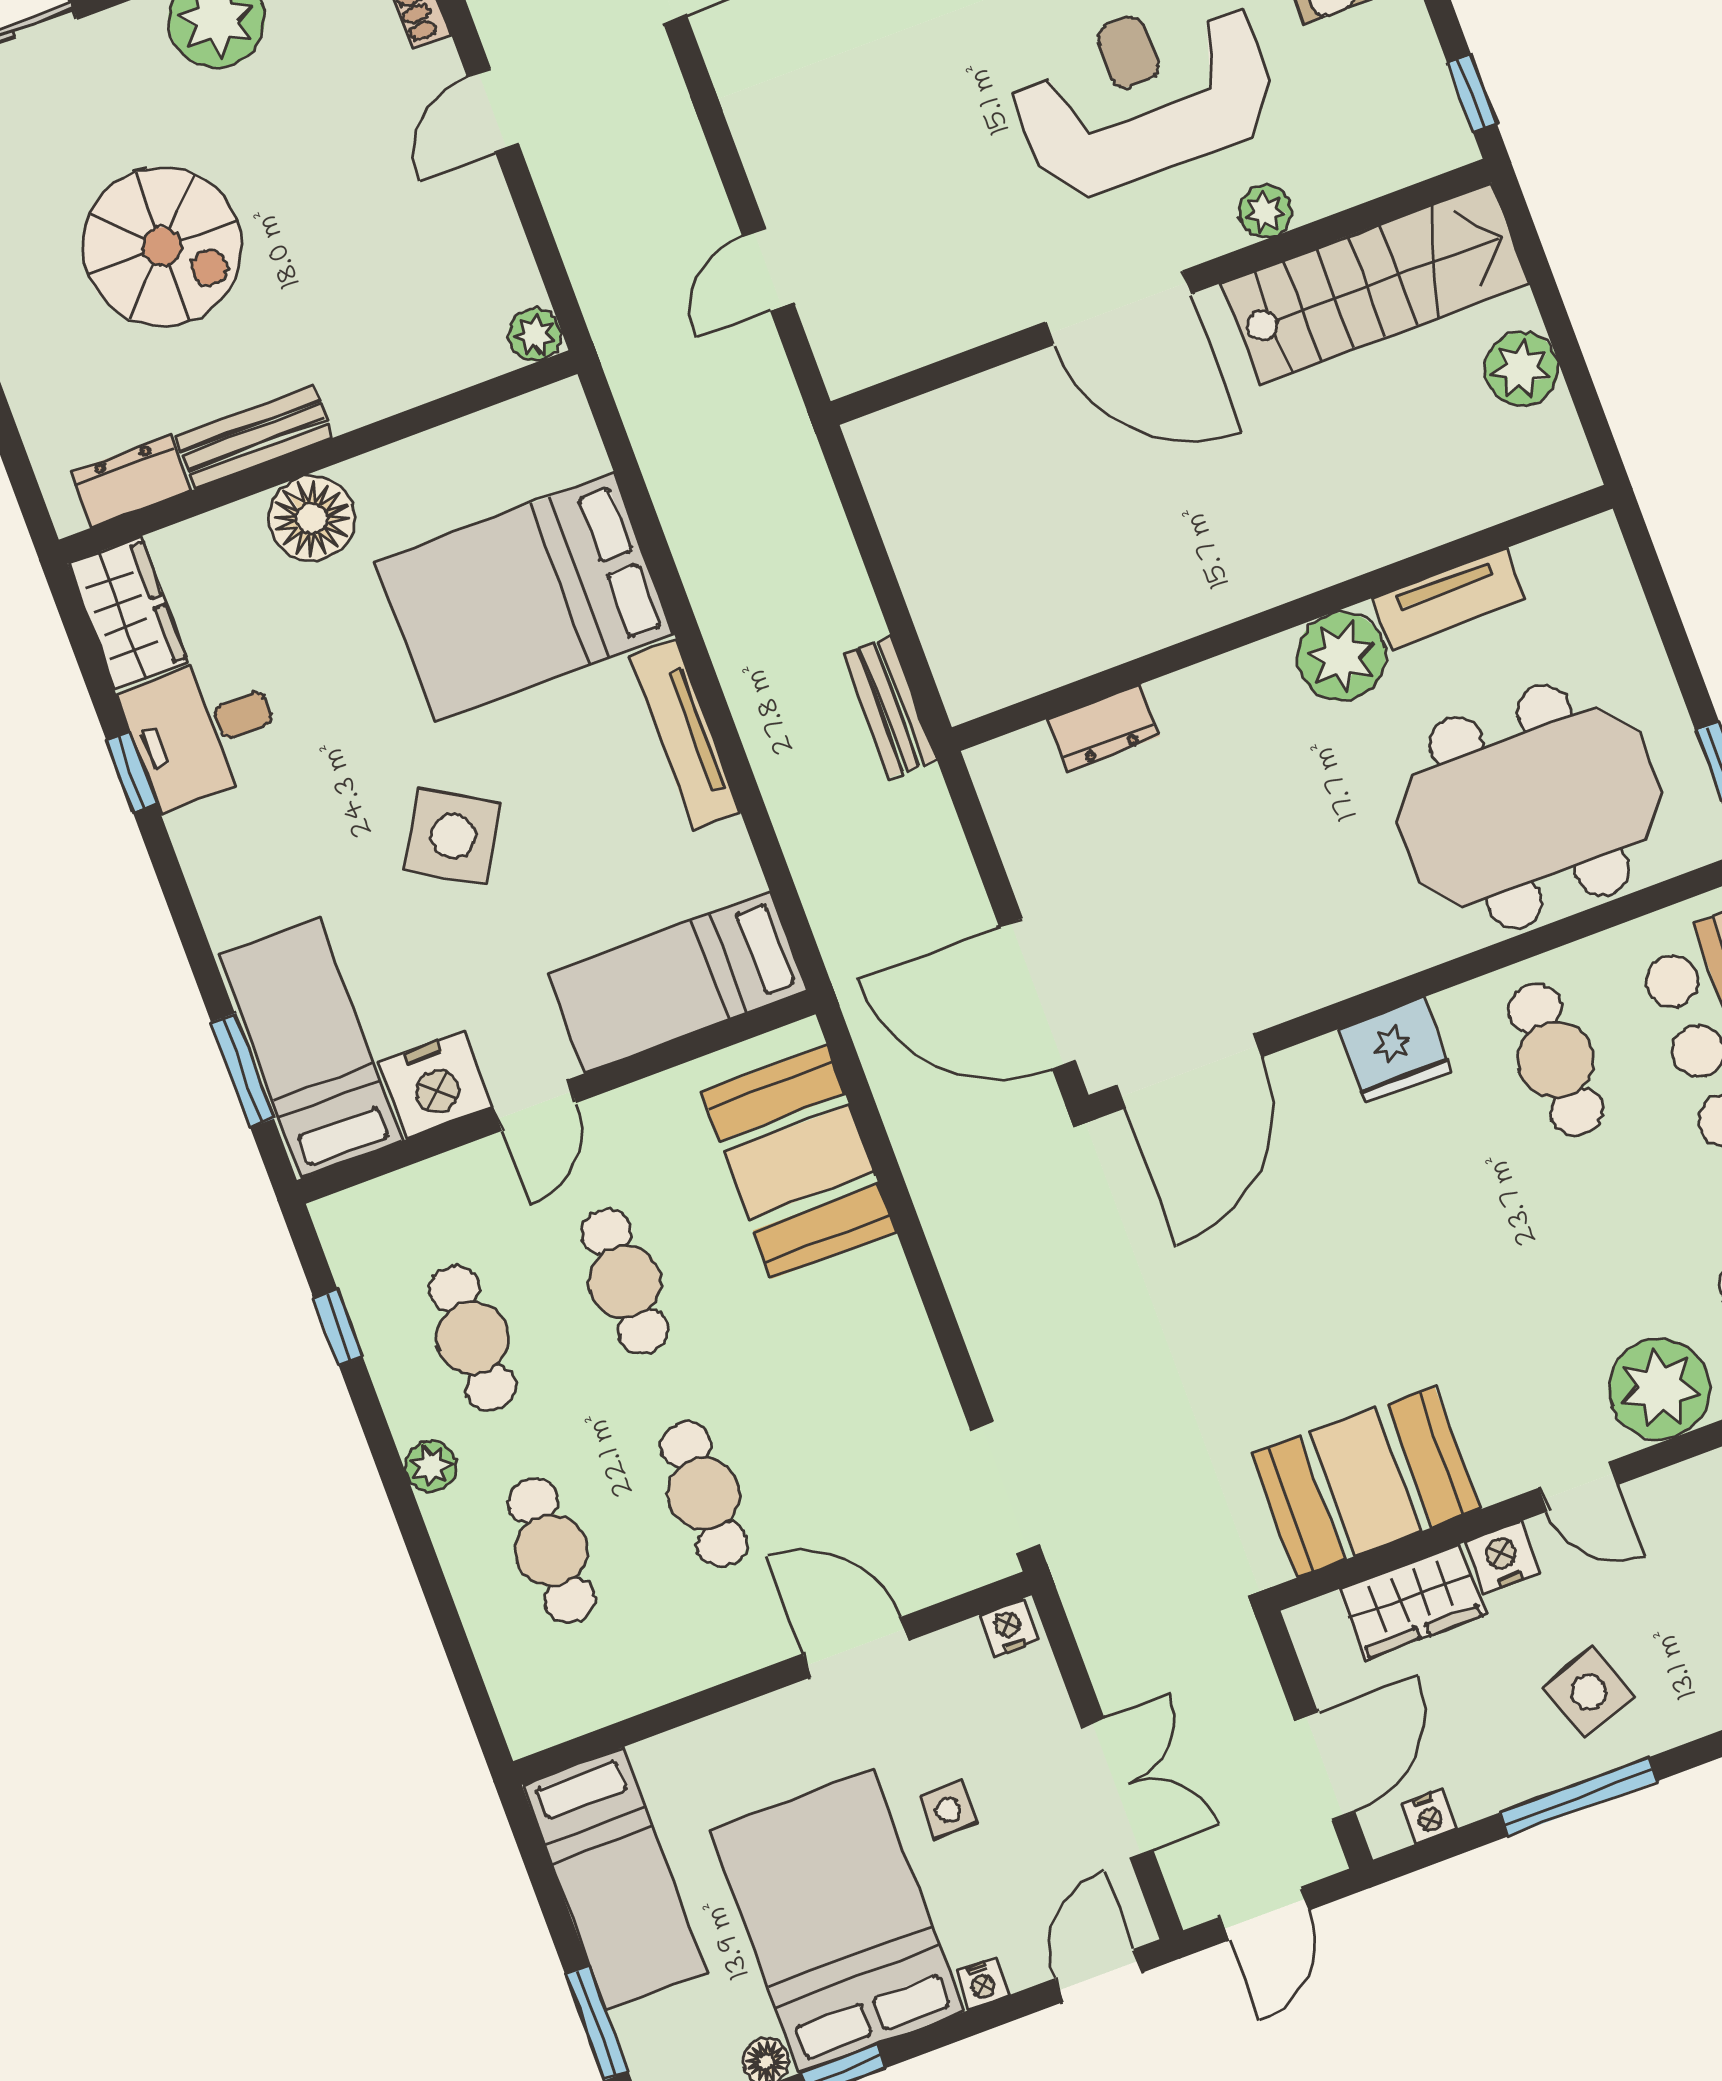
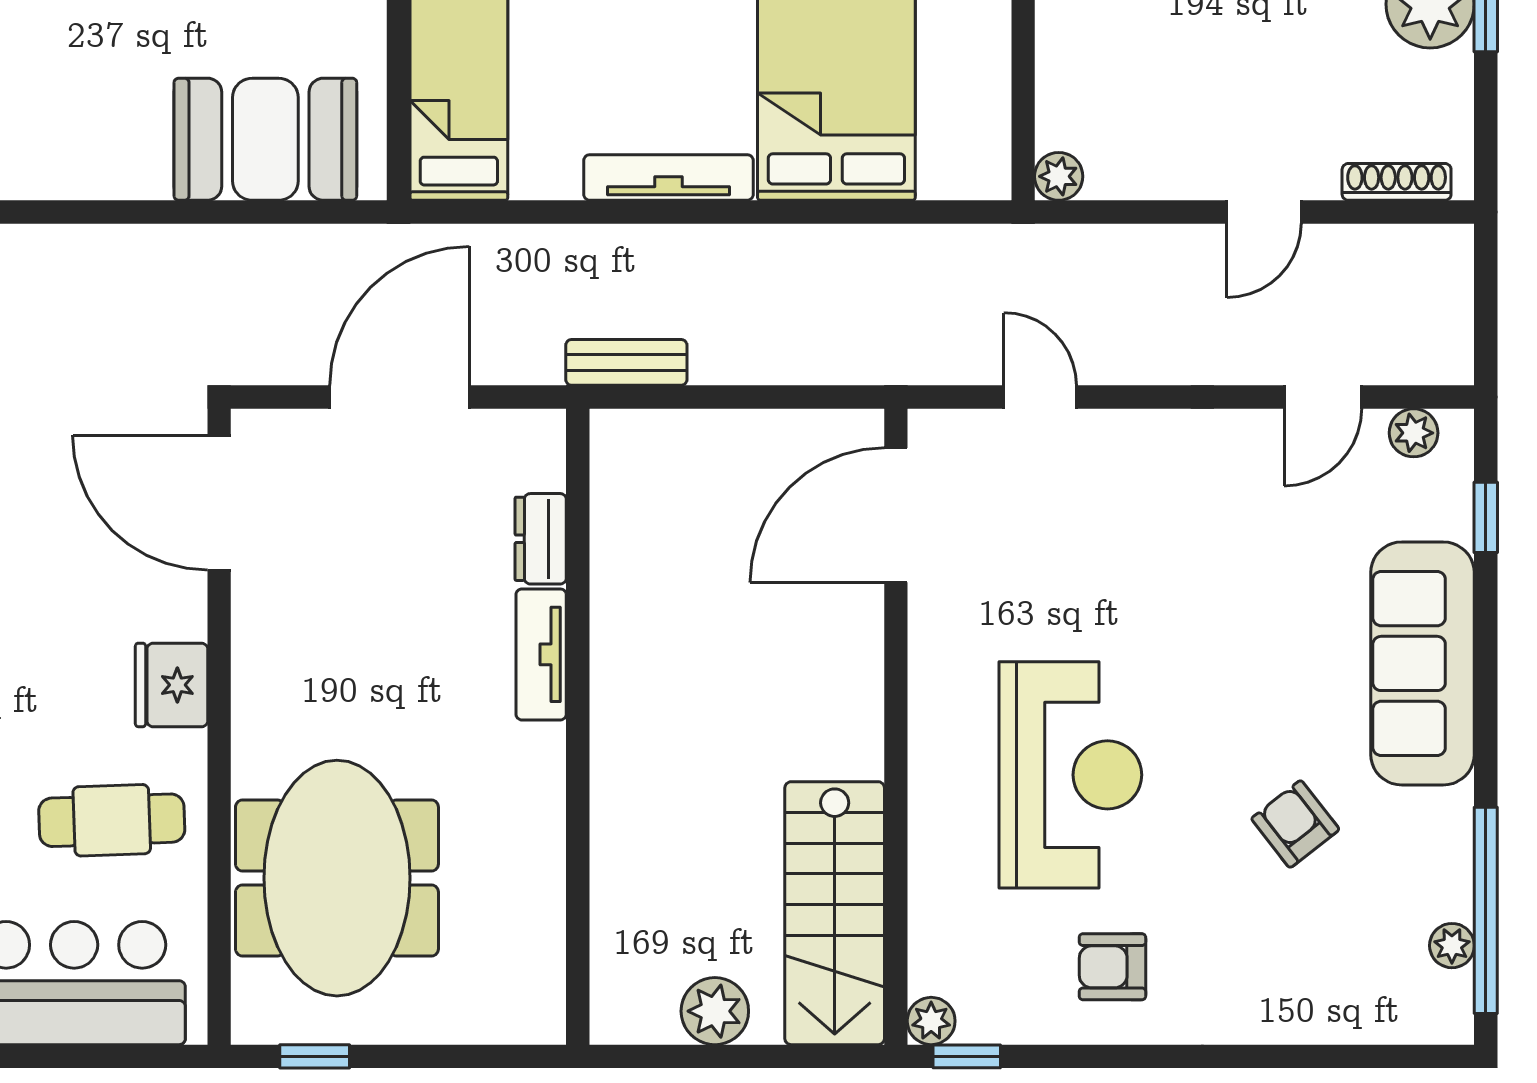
door: (493, 111) -> (1264, 212), swing flipped
plant: (1265, 212) -> (931, 1021), moved
door: (1118, 308) -> (896, 515), moved
tv unit: (1449, 599) -> (541, 654), moved
plant: (1342, 657) -> (526, 765), removed
door: (1037, 994) -> (400, 397), moved

